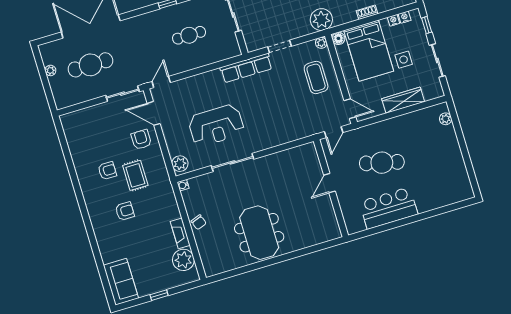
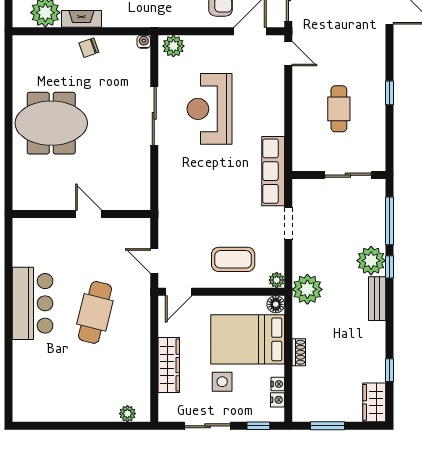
door: (329, 183) -> (89, 214), moved
wall: (331, 188) -> (81, 214), moved

